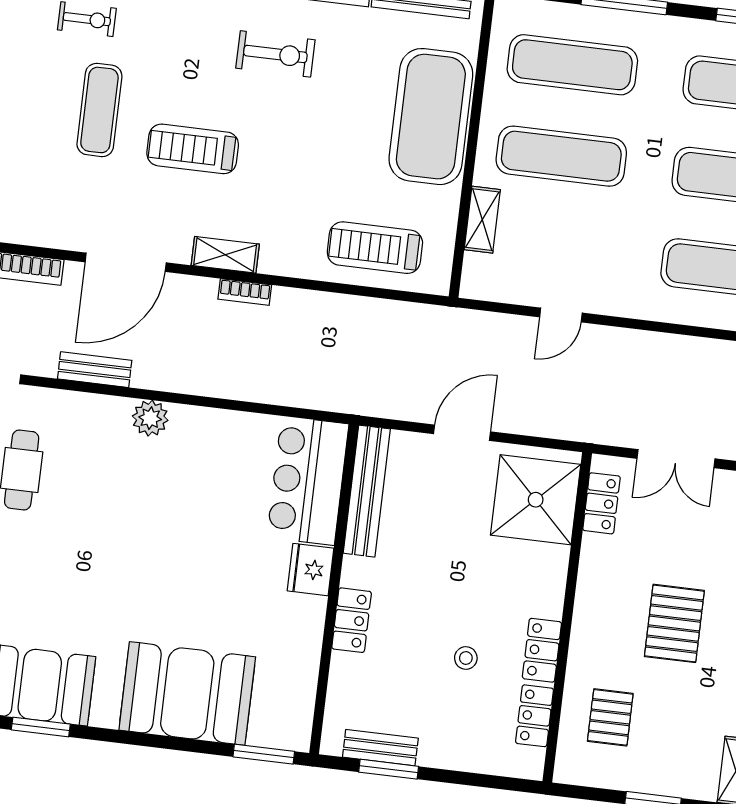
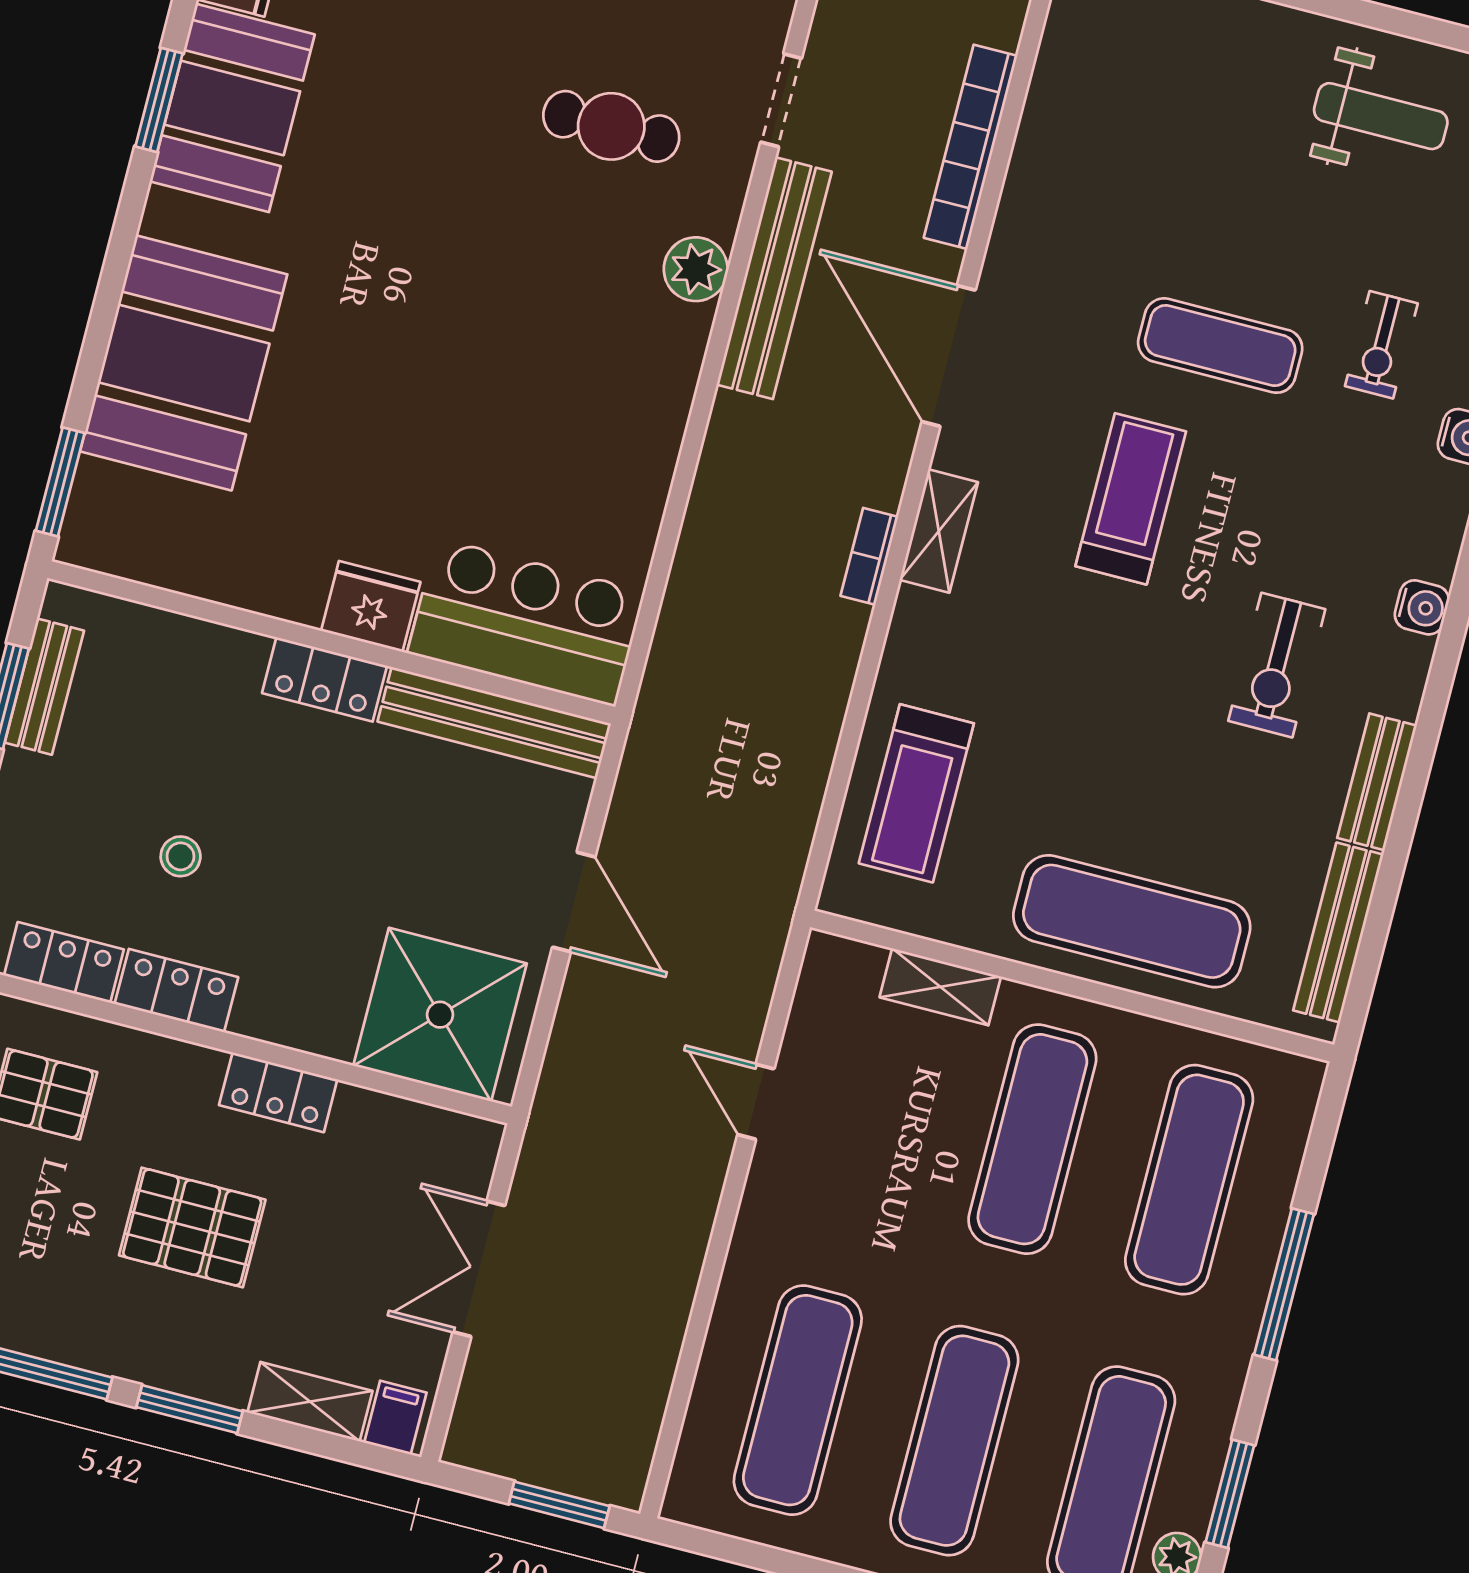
exercise mat: (431, 117) -> (1132, 921), width x0.68
treadmill: (375, 248) -> (916, 793), turned 180
bench: (95, 370) -> (774, 278), width x1.86, depth x1.21
plant: (150, 418) -> (696, 269), moved
locker: (602, 503) -> (278, 1092), moved
locker: (352, 620) -> (325, 679), moved

